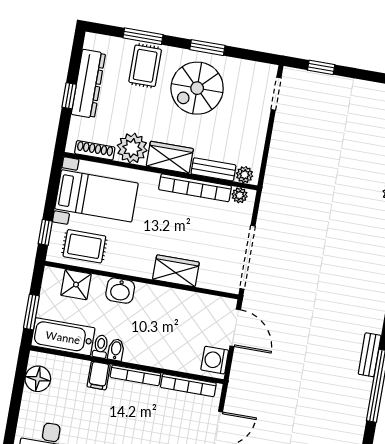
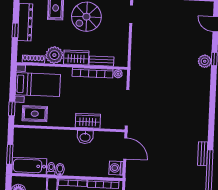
plant: (245, 175) -> (119, 62), removed
shower: (76, 285) -> (33, 136), removed
washbasin: (120, 291) -> (85, 137), moved

